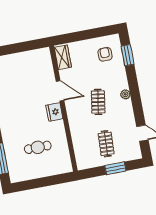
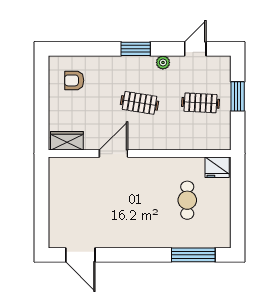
window: (128, 55) -> (136, 49), moved
plant: (125, 94) -> (163, 62), moved
fridge: (54, 112) -> (217, 167), moved

